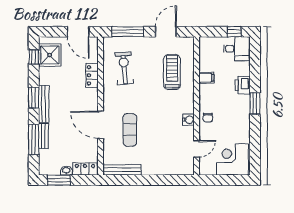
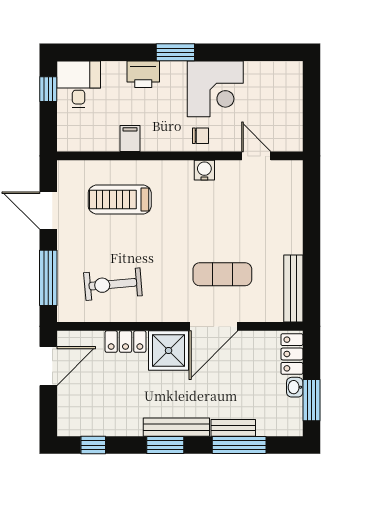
shower: (50, 55) -> (169, 351), moved
corner desk: (232, 159) -> (215, 89), moved, turned -90

